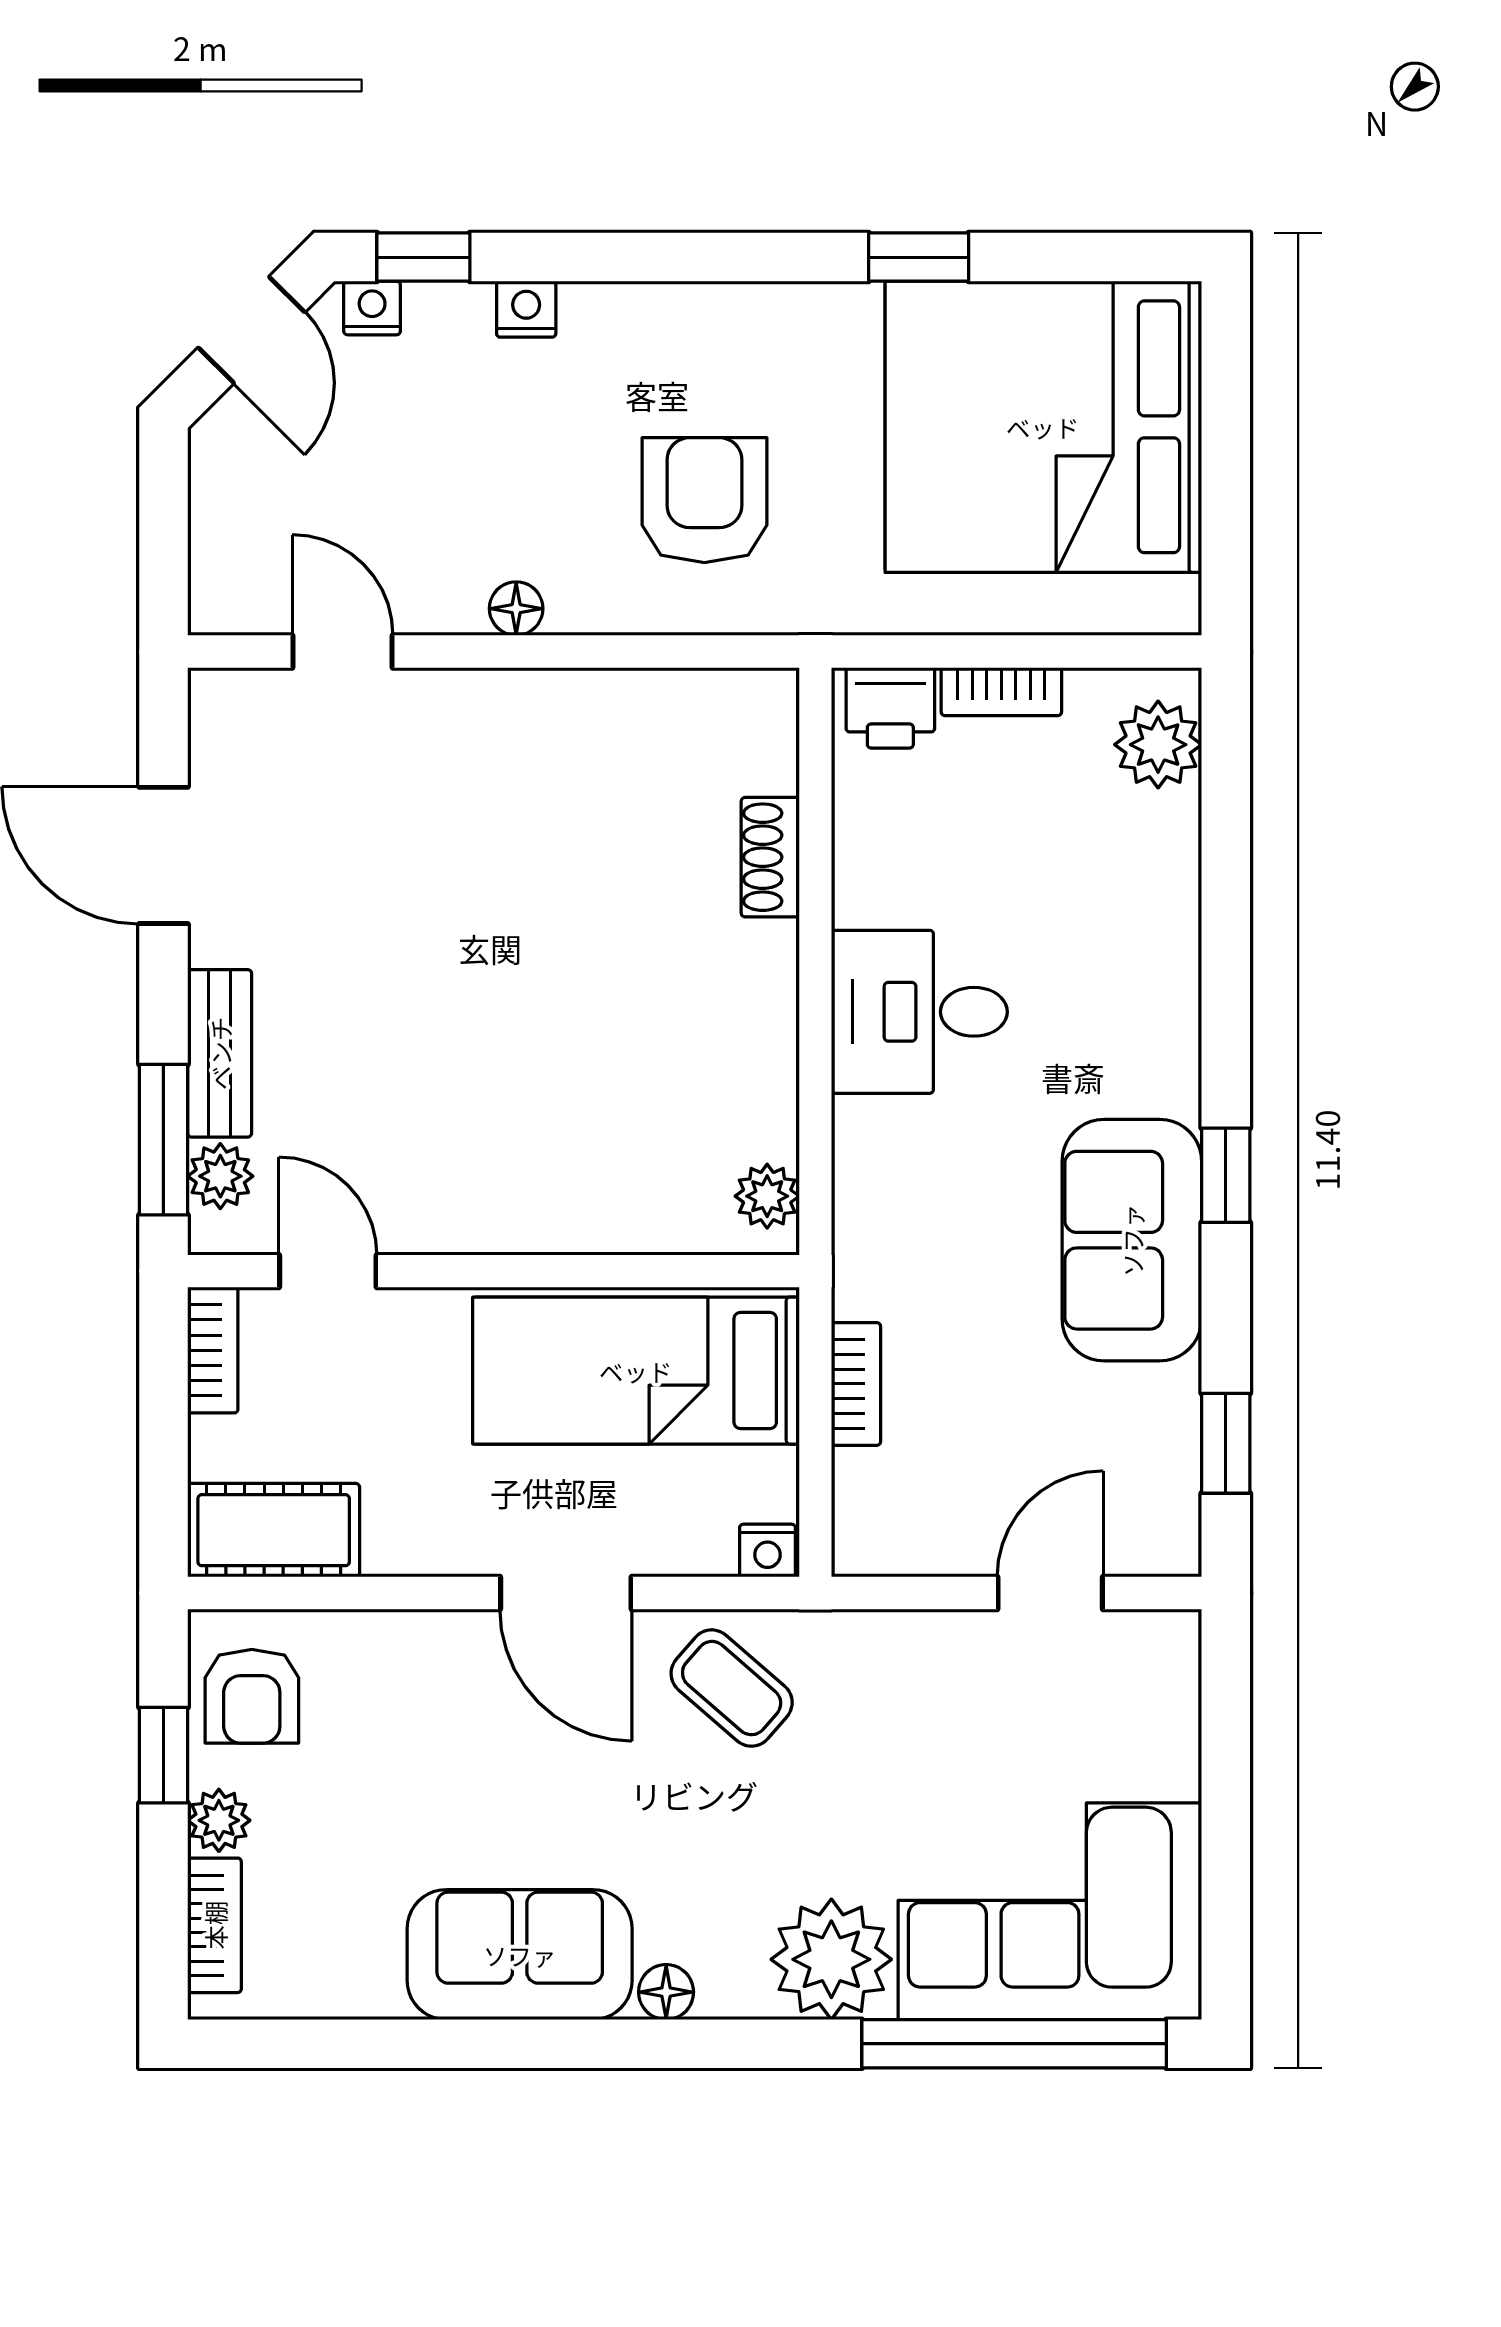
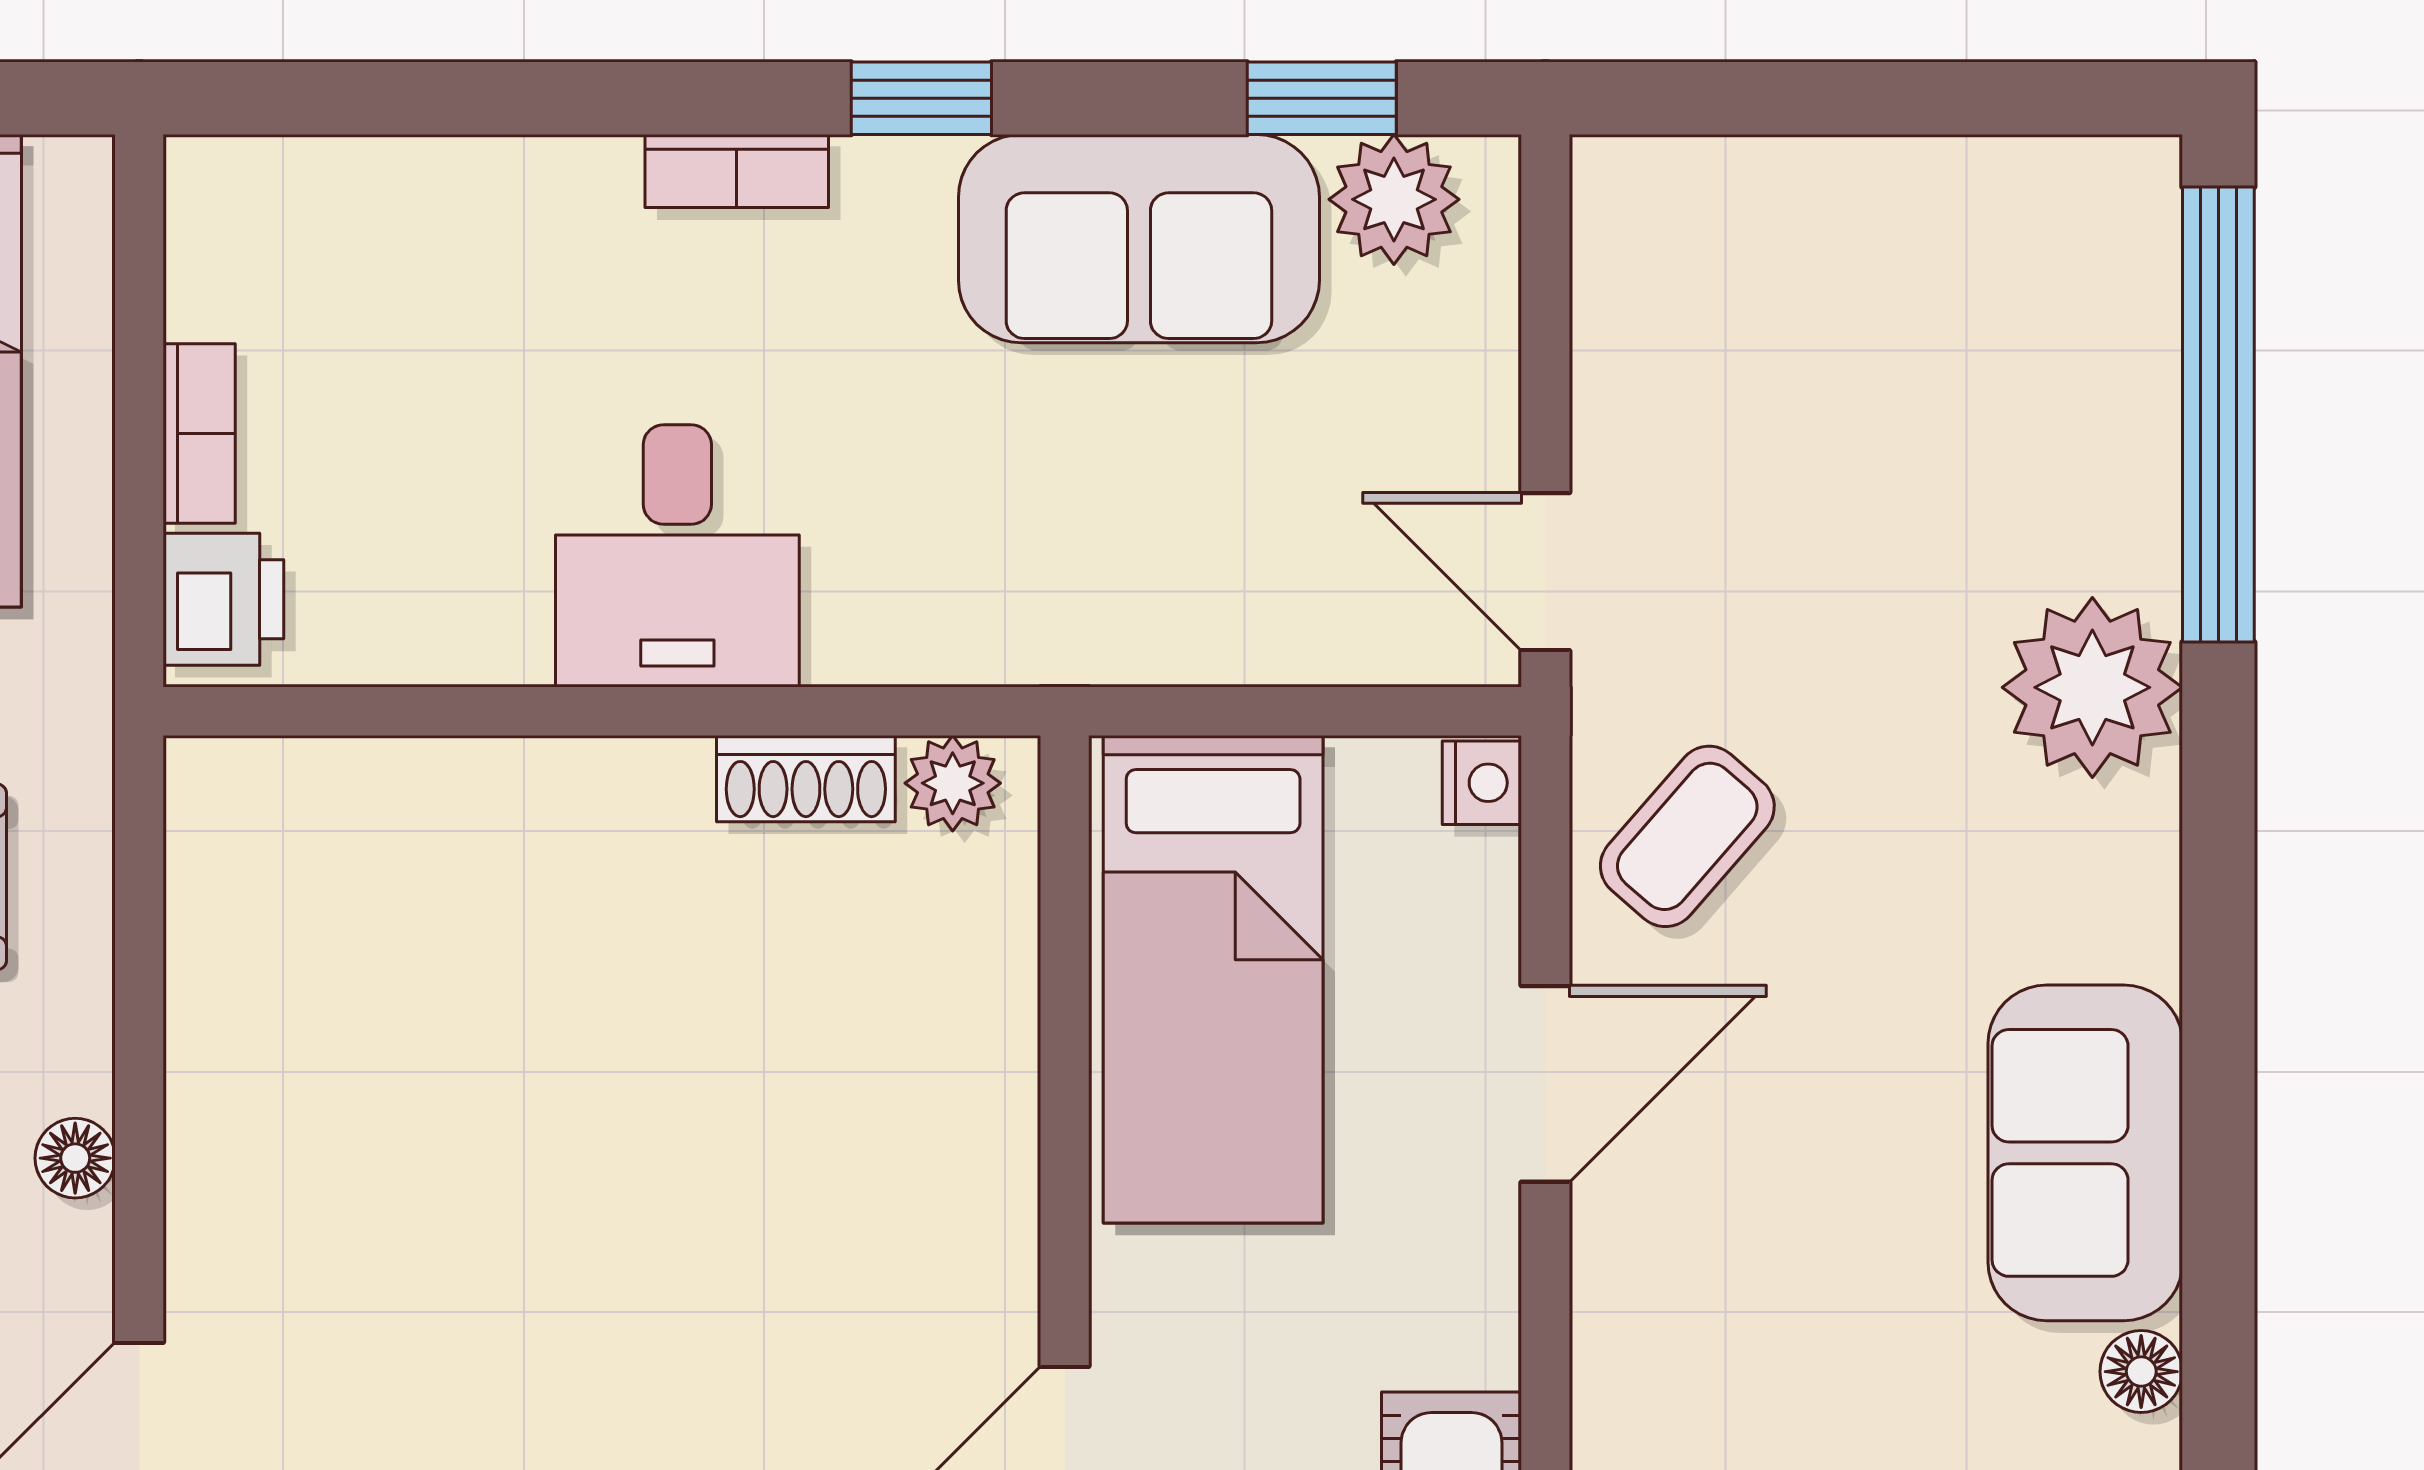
plant: (1158, 745) -> (1394, 199), moved
shoe rack: (770, 857) -> (806, 779), moved
sofa: (1132, 1240) -> (1139, 239), moved
bookcase: (856, 1384) -> (737, 171), moved, turned 180
door: (1050, 1593) -> (1545, 572), moved
corner sofa: (1050, 1911) -> (2021, 361), removed
floor lamp: (666, 1992) -> (2141, 1372), moved

